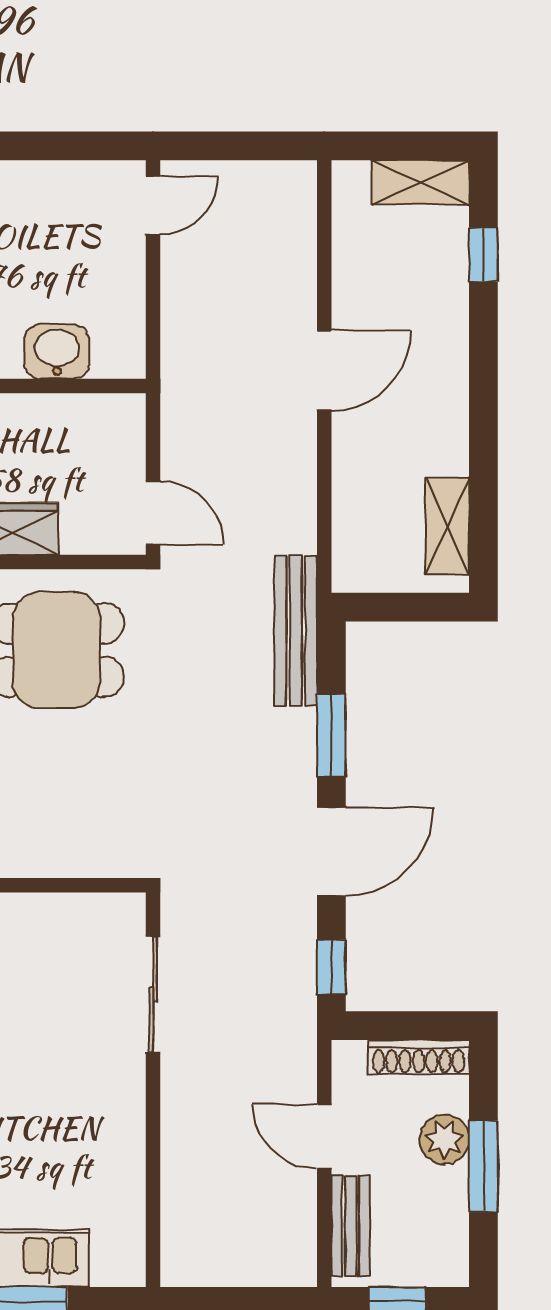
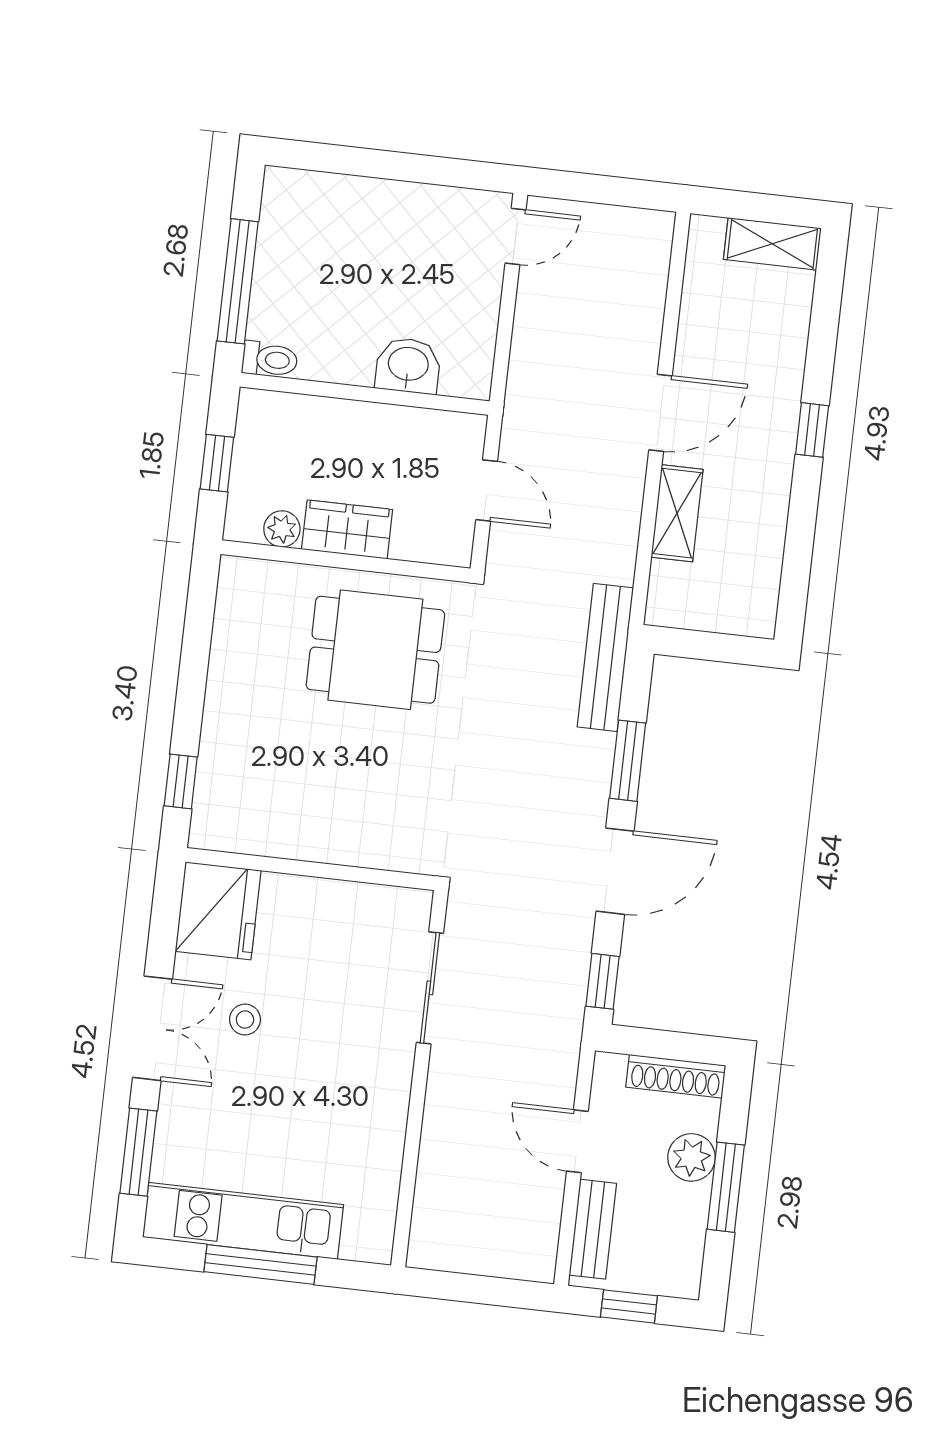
window: (483, 255) -> (812, 430), moved
door: (153, 513) -> (487, 490), moved
shelving: (447, 526) -> (677, 513), moved

